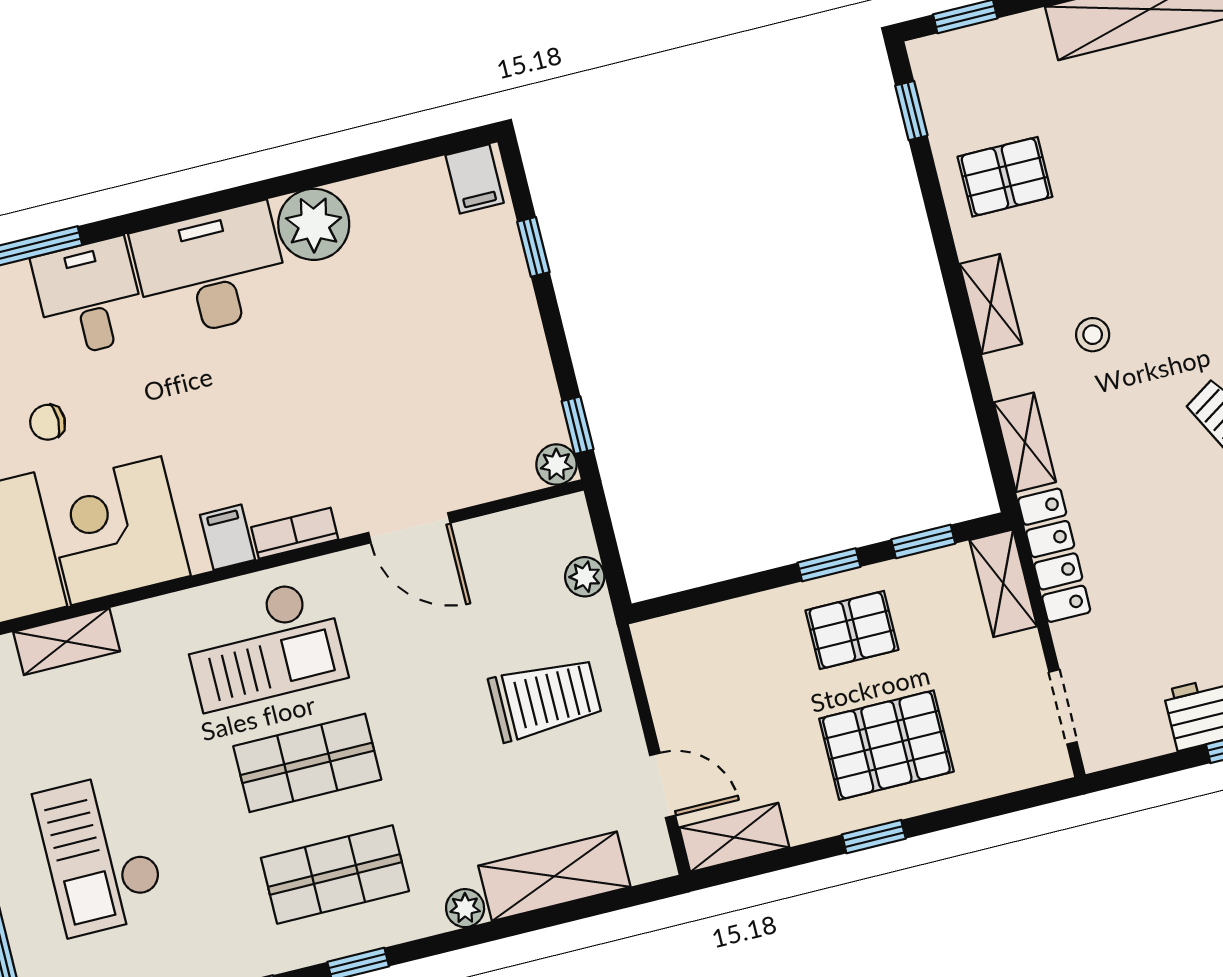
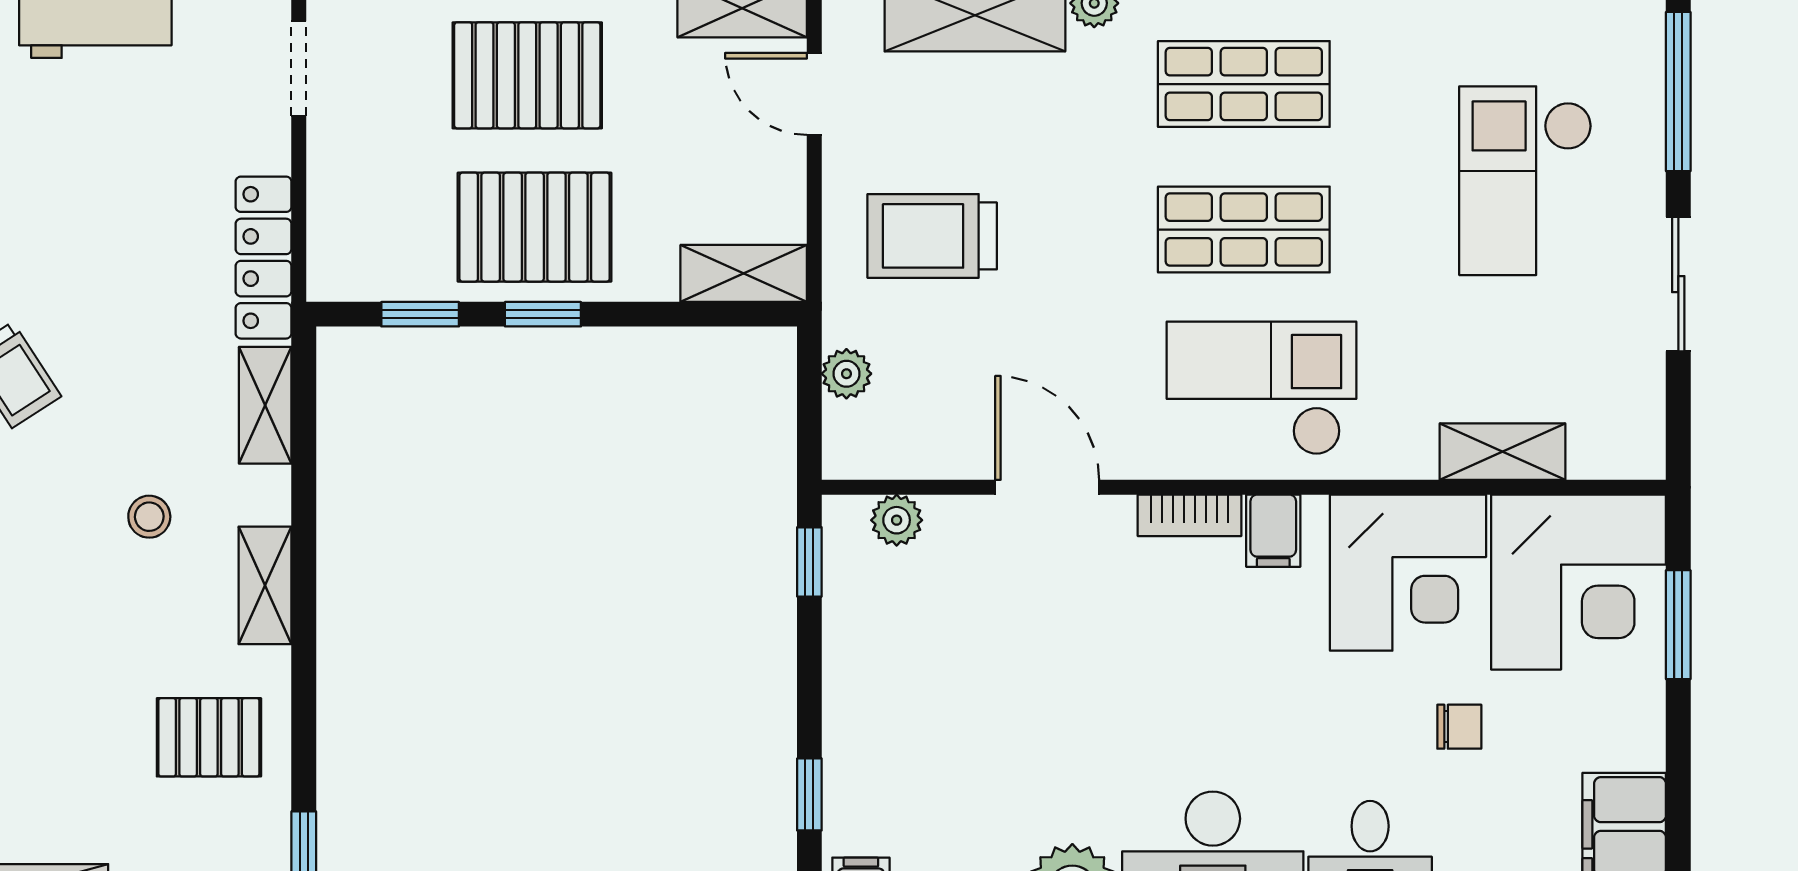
plant: (556, 465) -> (897, 520), moved
shelving: (1003, 583) -> (744, 273), moved, turned 90
pallet: (852, 630) -> (535, 227), width x1.50, depth x1.42
checkout: (100, 854) -> (1526, 181), turned 180

